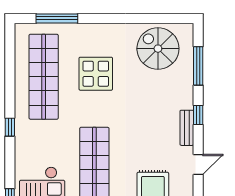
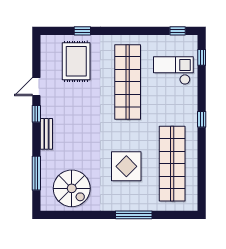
window: (57, 18) -> (134, 215), moved
window: (198, 115) -> (36, 114), moved
bench: (187, 128) -> (46, 134), moved

